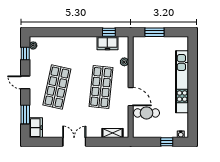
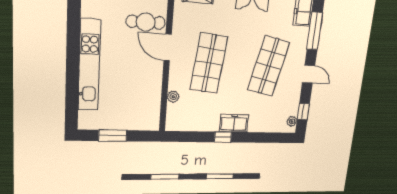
window: (109, 32) -> (223, 137), moved
window: (155, 32) -> (113, 136), moved
freezer: (107, 43) -> (234, 123), moved
window: (25, 115) -> (315, 31), width x1.44

